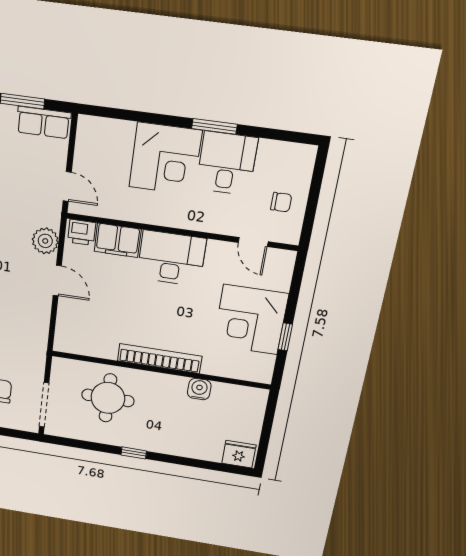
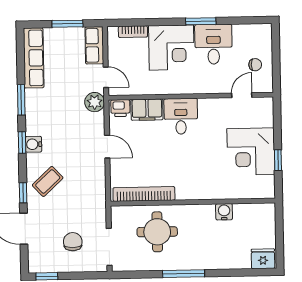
row of seats: (44, 122) -> (94, 45), moved, turned 90
bookcase: (114, 127) -> (133, 32), added
plant: (45, 241) -> (95, 102), moved
door: (253, 242) -> (242, 95), swing flipped
desk: (171, 258) -> (181, 116), width x0.73
bookcase: (159, 358) -> (144, 194), moved
window: (134, 453) -> (184, 274), width x2.17

